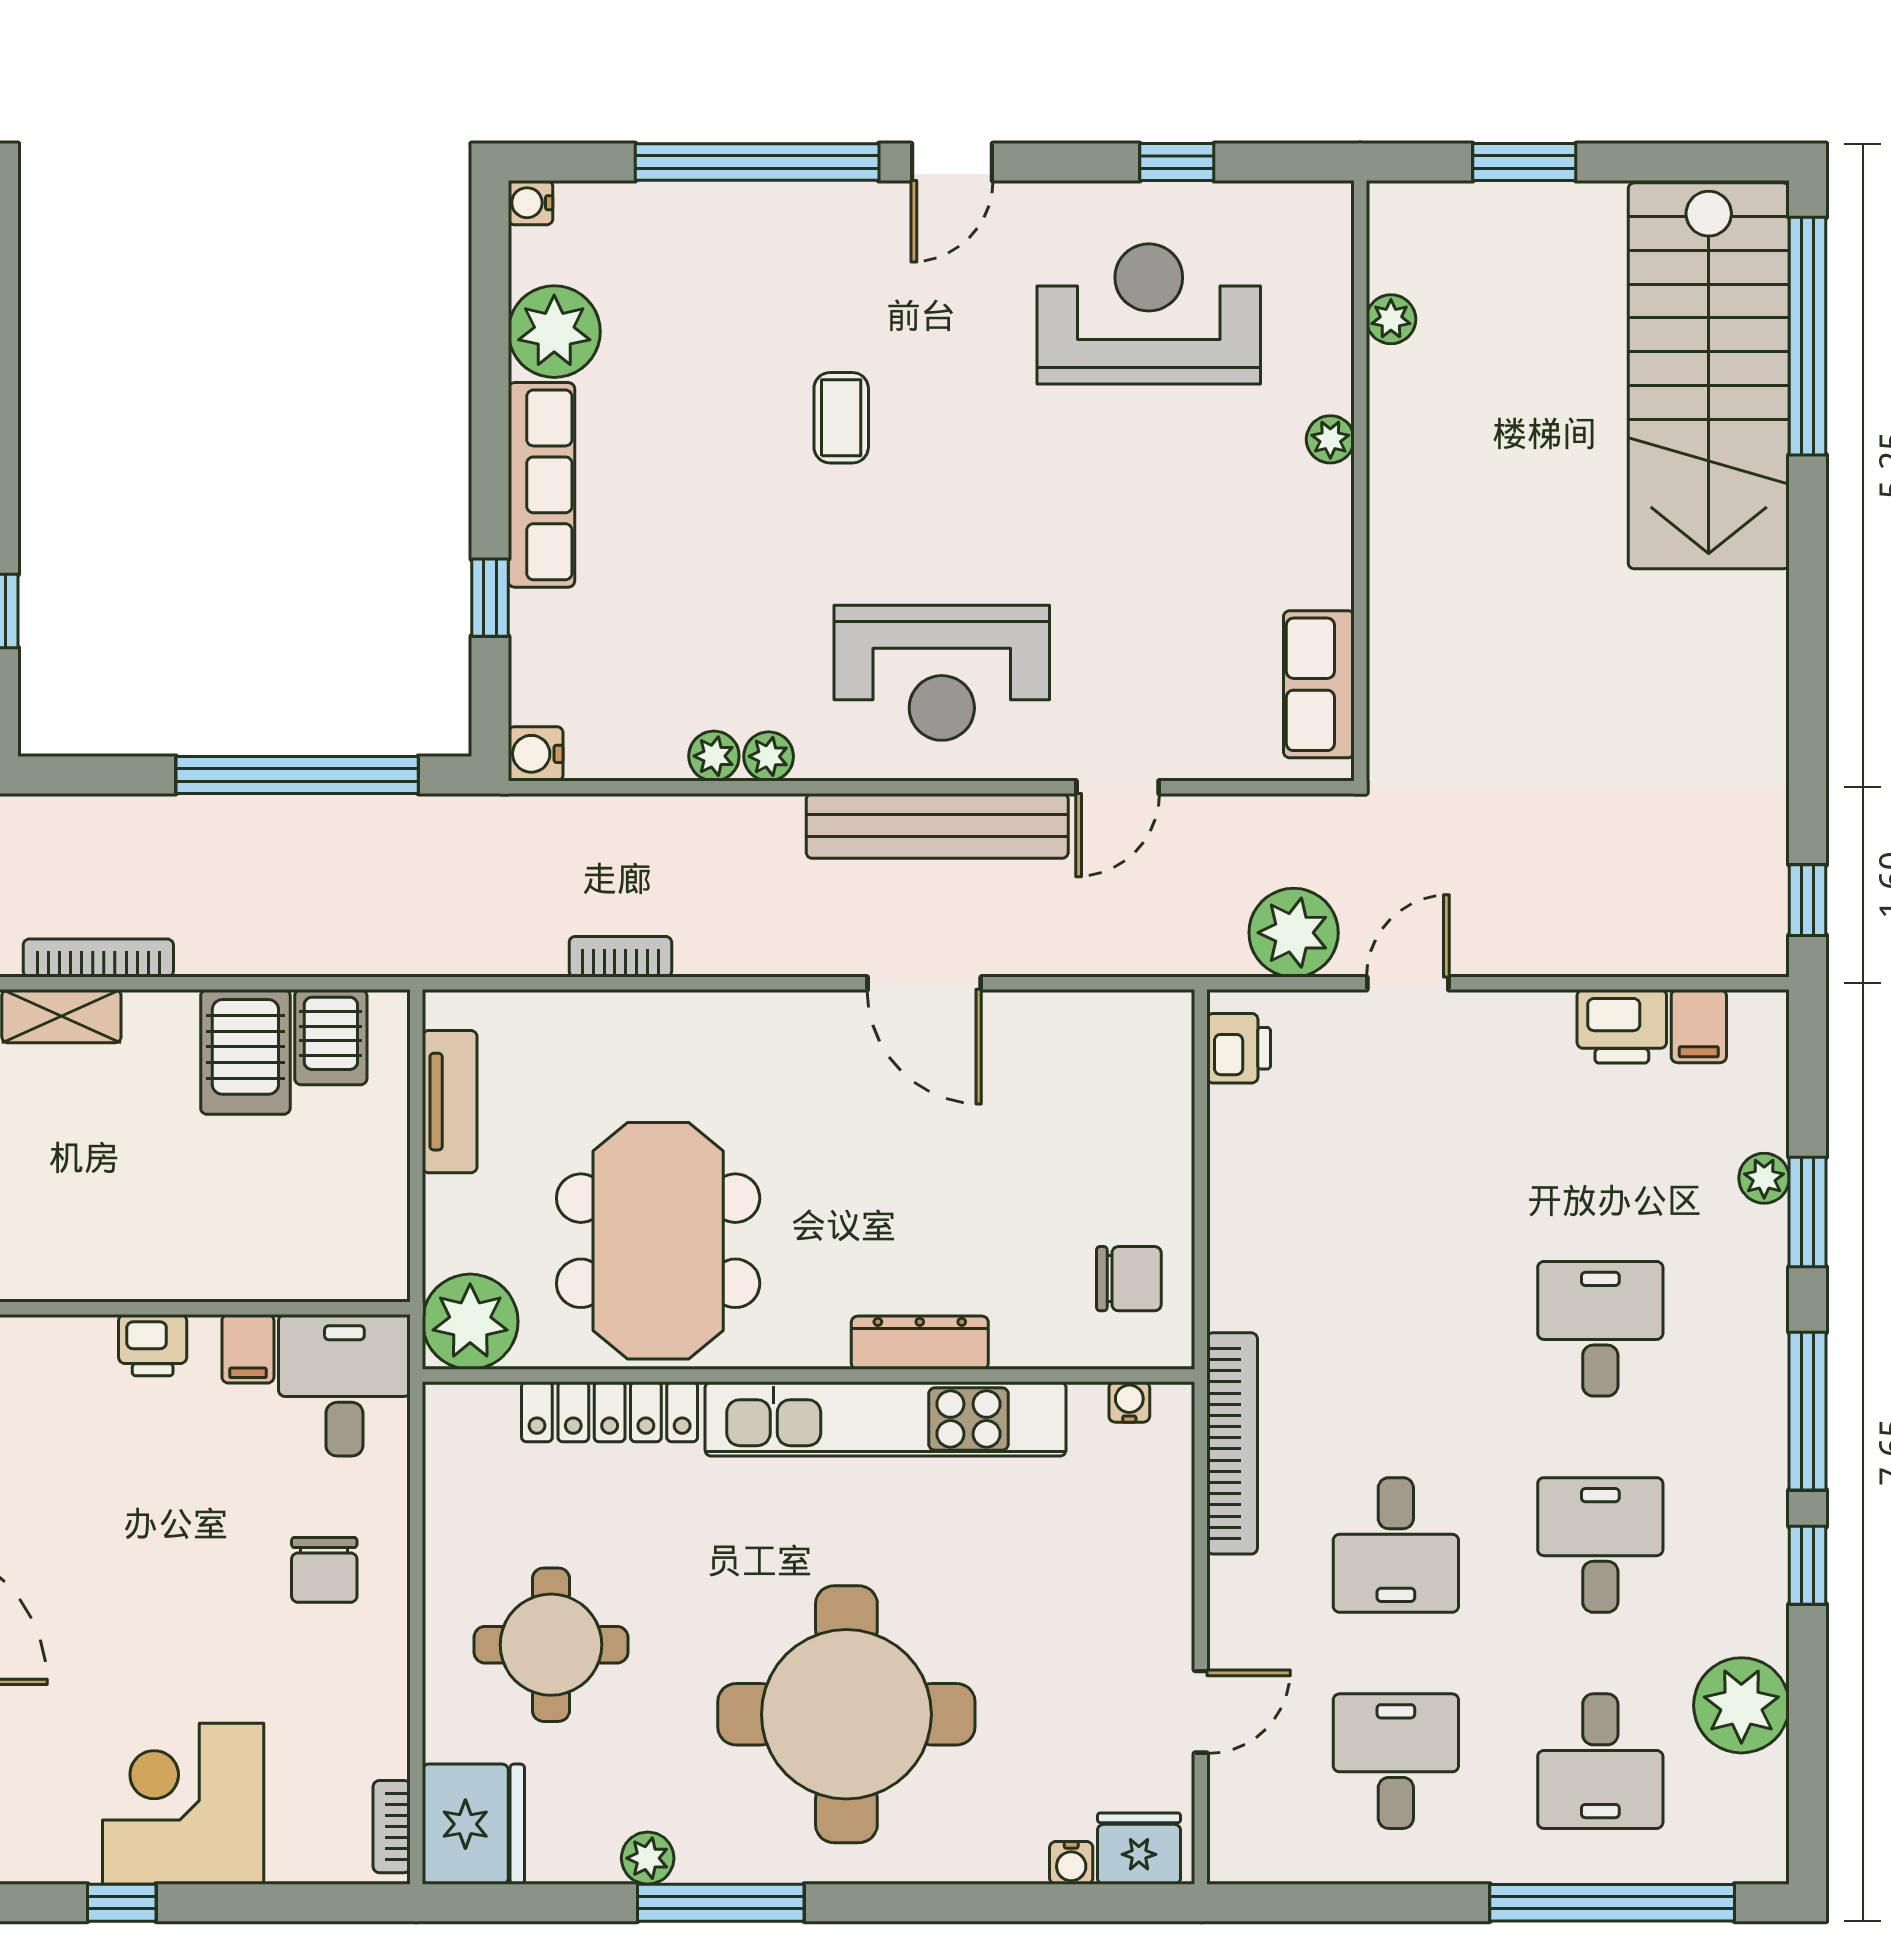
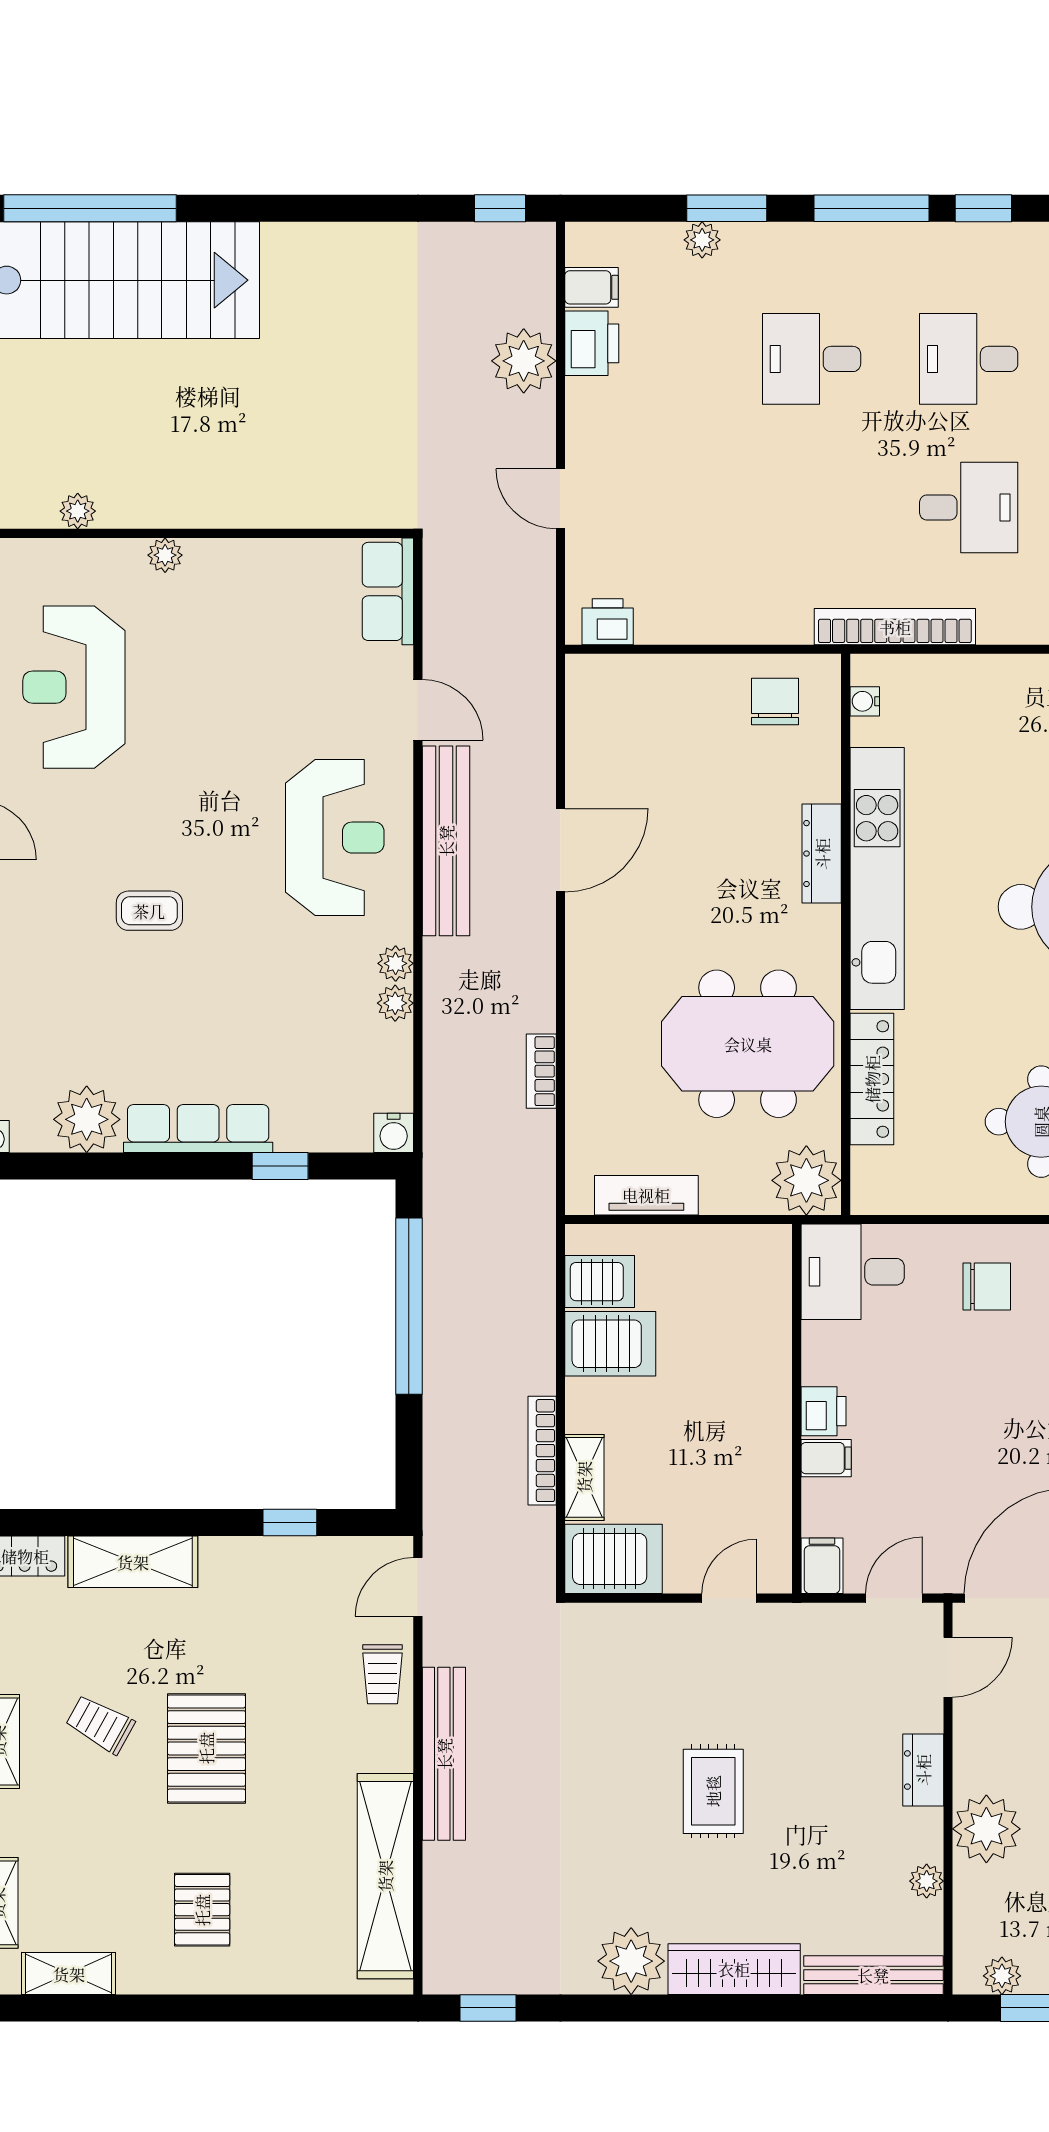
row of seats: (1319, 684) -> (388, 591), moved, turned 90
plant: (1294, 933) -> (524, 361), moved
filing cabinet: (248, 1349) -> (826, 1458), moved

